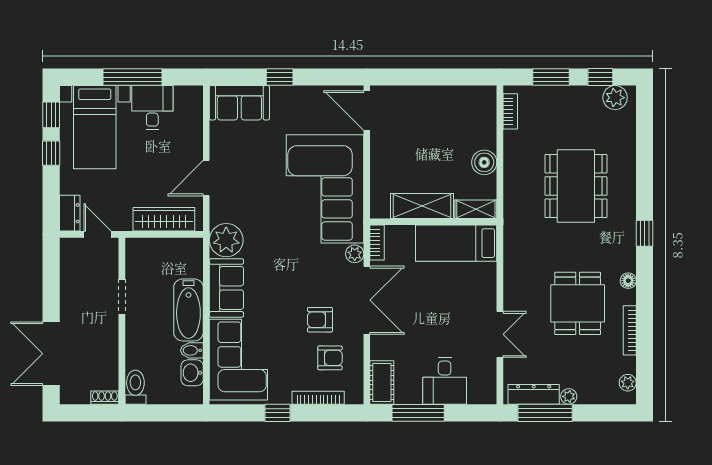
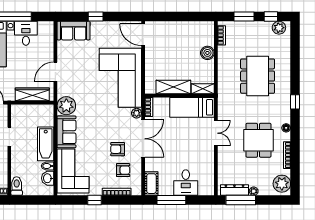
boiler: (484, 162) -> (207, 53), moved
double door: (500, 334) -> (216, 133), moved
plant: (628, 383) -> (282, 184), width x1.88, depth x1.88

